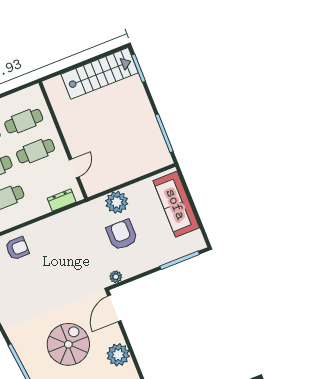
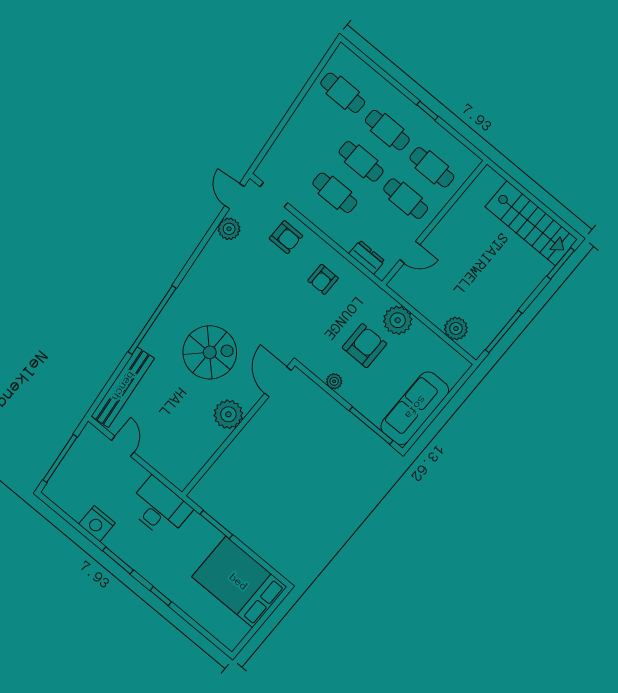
plant: (144, 165) -> (456, 329), added
sofa: (176, 204) -> (415, 408), moved
armchair: (60, 239) -> (323, 279), added
plant: (116, 277) -> (334, 381), moved
door: (114, 308) -> (278, 382), hinge flipped

